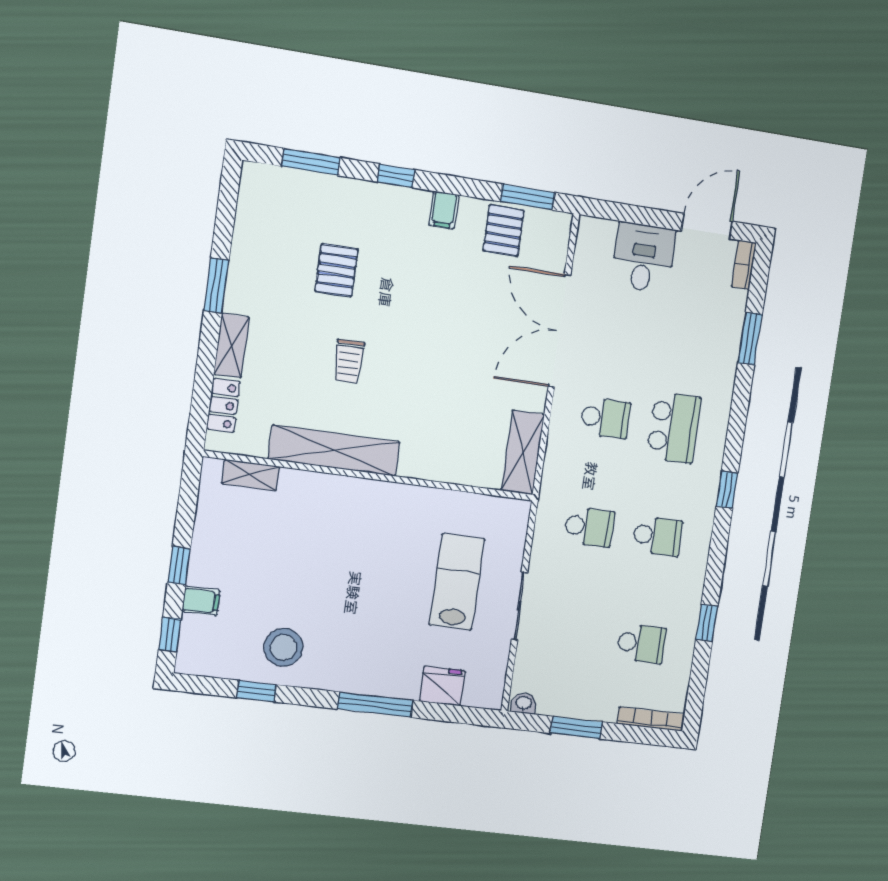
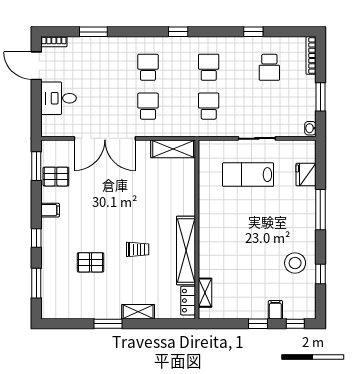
locker: (223, 405) -> (188, 301), moved, turned -90
school desk: (674, 428) -> (148, 67), width x0.54
school desk: (641, 644) -> (269, 67), turned 180

